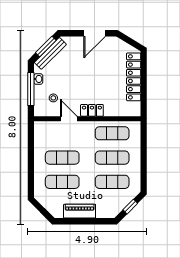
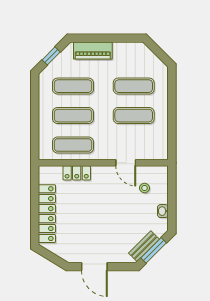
door: (95, 33) -> (94, 267), swing flipped
bench: (50, 53) -> (144, 246), width x0.73
window: (31, 89) -> (172, 199), removed
locker: (92, 110) -> (77, 173), moved
piano: (80, 211) -> (93, 50), moved

